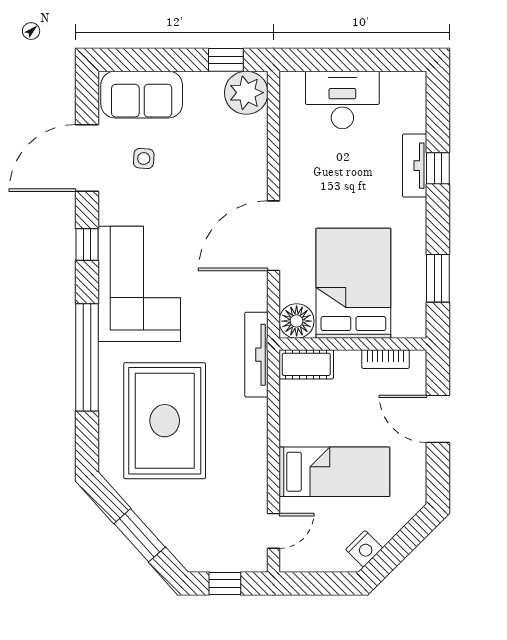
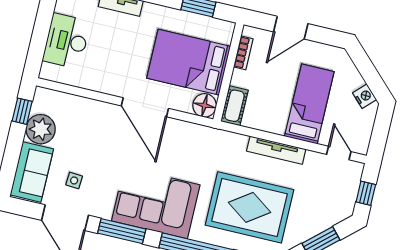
plant: (246, 93) -> (41, 129), moved
window: (87, 244) -> (122, 231), width x2.17
tv unit: (256, 355) -> (276, 150), moved

